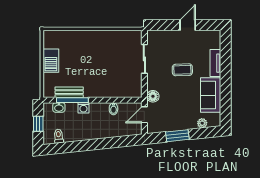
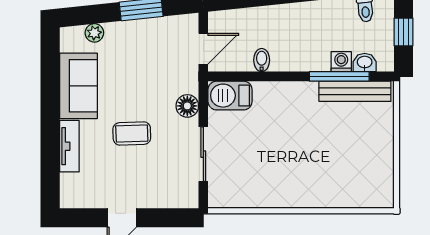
barbecue: (51, 61) -> (230, 96), moved, turned -90
bench: (69, 92) -> (355, 91), width x1.36
floor lamp: (153, 96) -> (187, 106), moved
washing machine: (83, 108) -> (341, 62), moved

